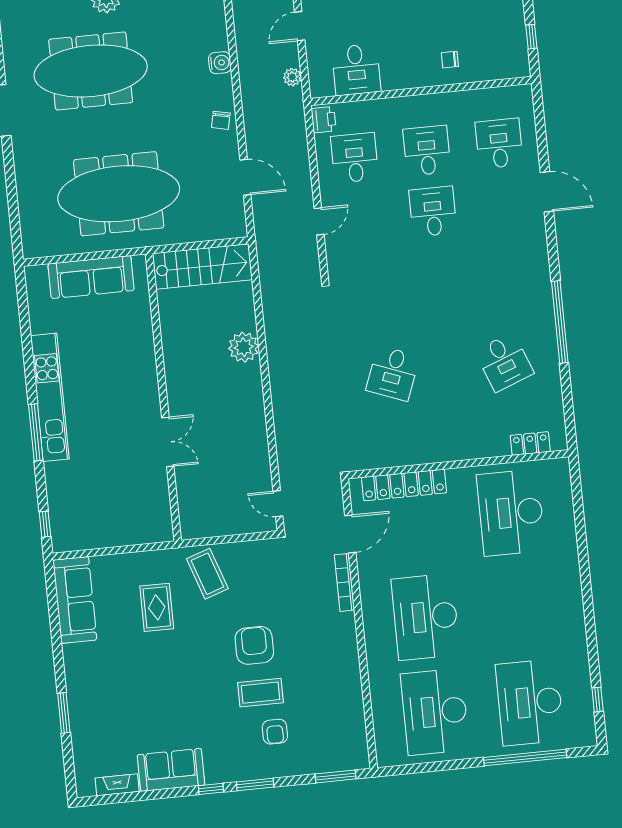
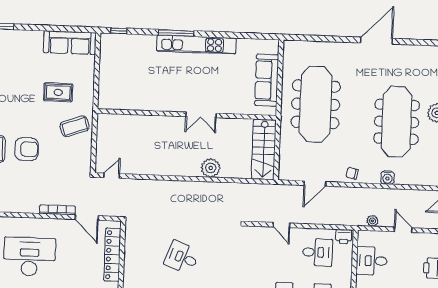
meeting table: (91, 71) -> (397, 122), moved
double door: (168, 442) -> (201, 115), moved

